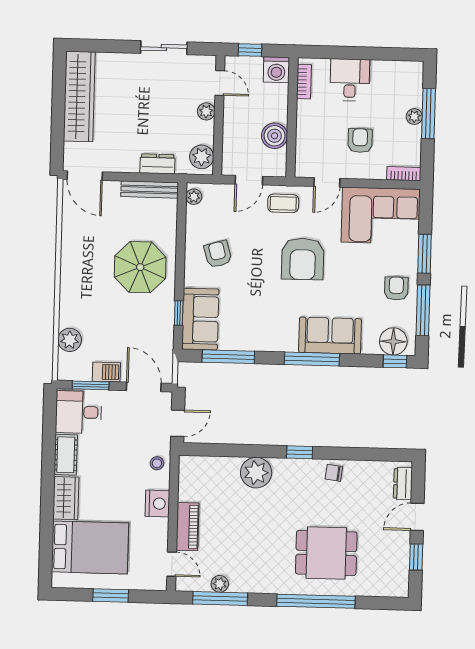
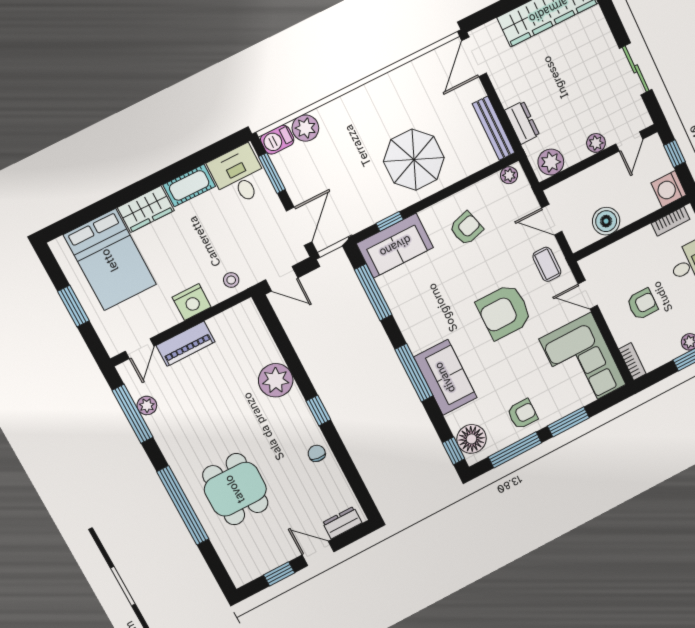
barbecue: (106, 372) -> (277, 140), moved, turned 90

